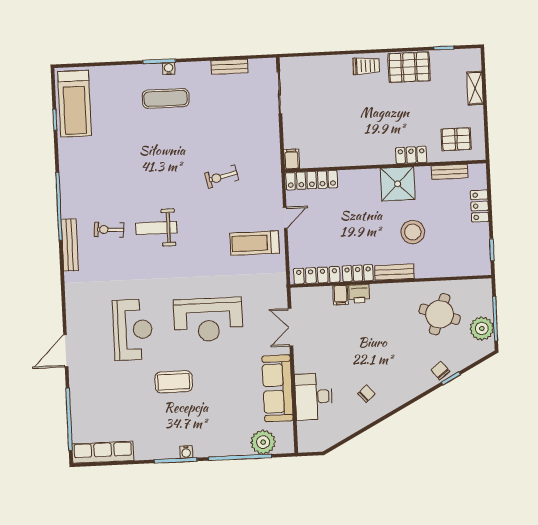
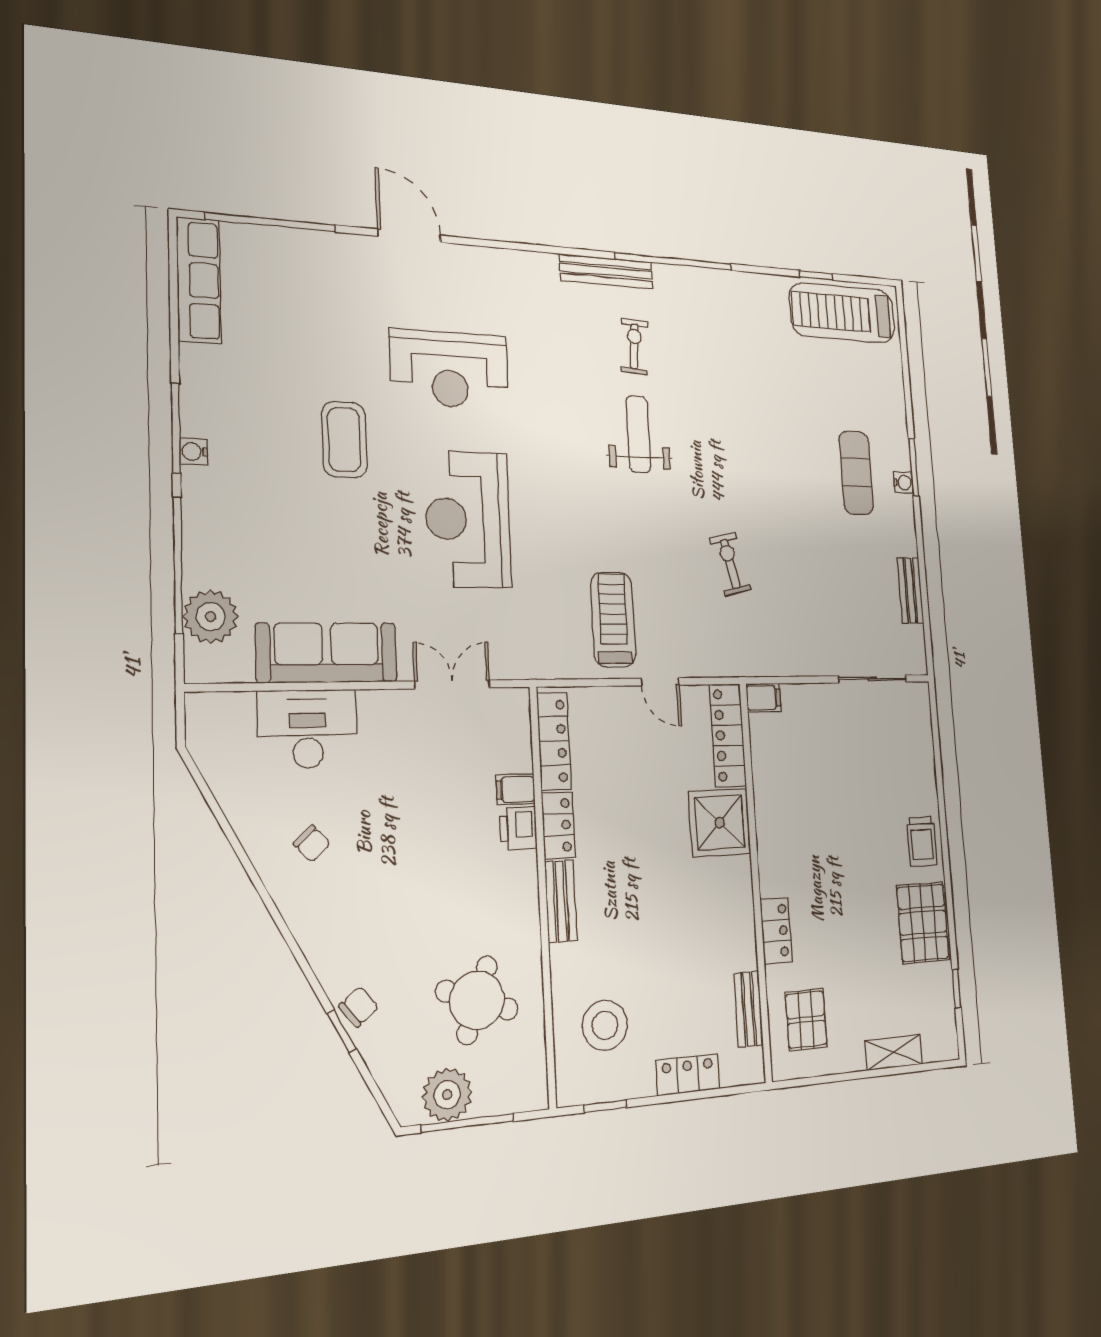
shower: (398, 184) -> (720, 823), moved
stool: (413, 232) -> (605, 1025), moved

